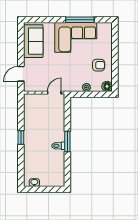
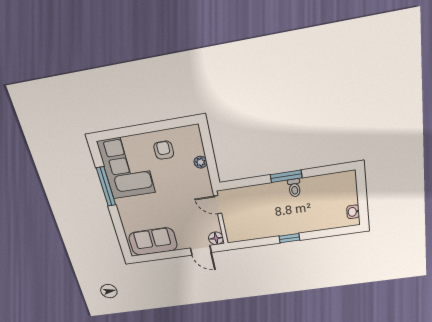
corner sofa: (76, 37) -> (126, 167), moved
floor lamp: (107, 86) -> (216, 238), moved

